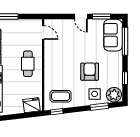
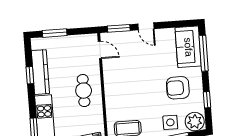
window: (101, 17) -> (119, 28), moved
armchair: (90, 72) -> (178, 88), moved, turned -90

